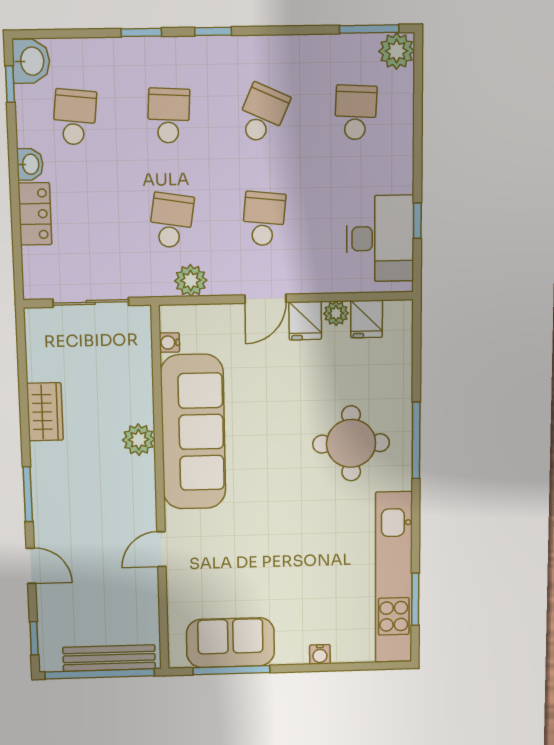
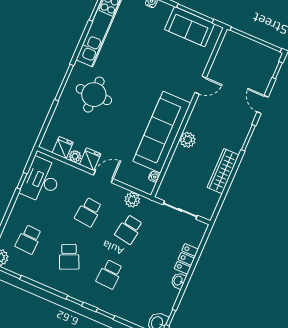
school desk: (262, 114) -> (69, 257), turned -48
school desk: (75, 117) -> (150, 292), removed
wardrobe: (45, 412) -> (223, 171), width x1.50
bench: (109, 658) -> (248, 45), removed

